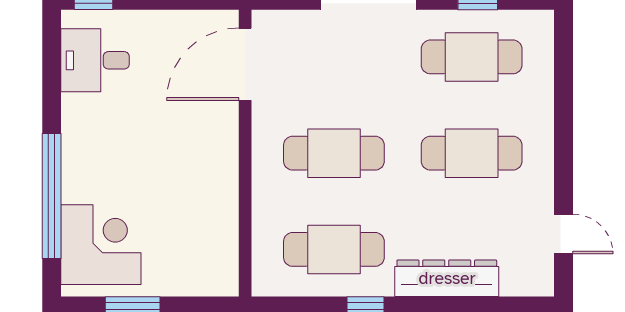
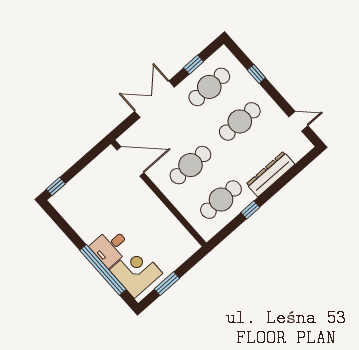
desk: (95, 60) -> (110, 247), moved
door: (245, 64) -> (130, 161), swing flipped
window: (564, 102) -> (256, 74), added

